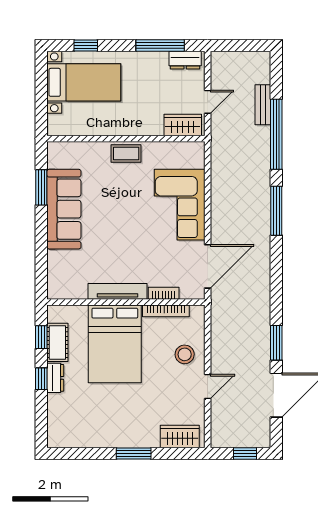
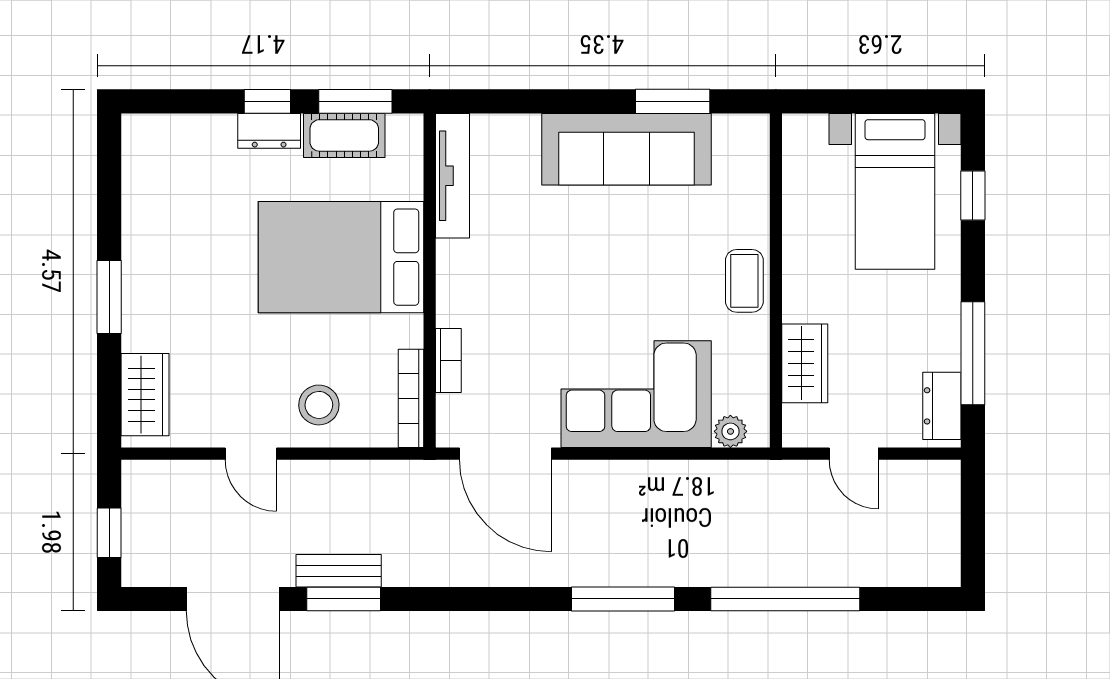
bench: (263, 105) -> (339, 571), moved
wardrobe: (183, 125) -> (805, 363), moved
plant: (197, 160) -> (730, 431), added
tv unit: (118, 291) -> (452, 176), moved
bookcase: (166, 311) -> (411, 398), moved
window: (41, 337) -> (355, 101), width x1.50

